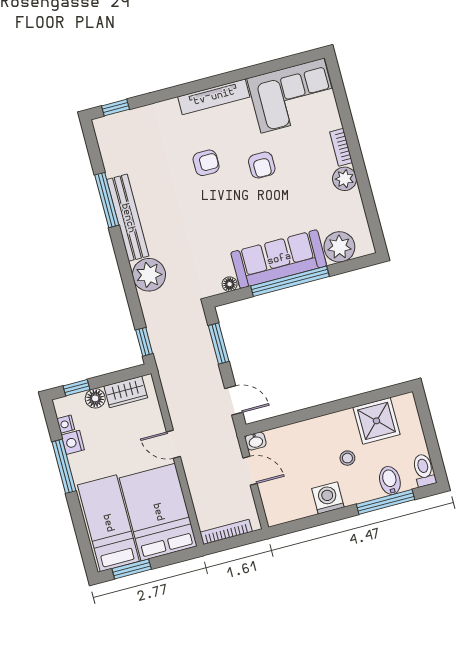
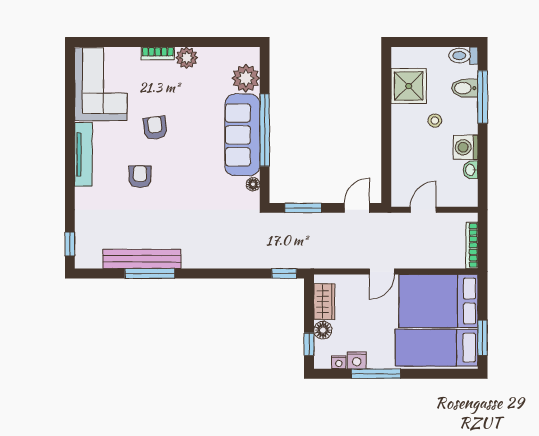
armchair: (262, 165) -> (155, 128), turned -97
bench: (128, 218) -> (142, 259), moved
plant: (149, 275) -> (226, 254), removed
washbasin: (256, 441) -> (471, 170), moved, turned 180

